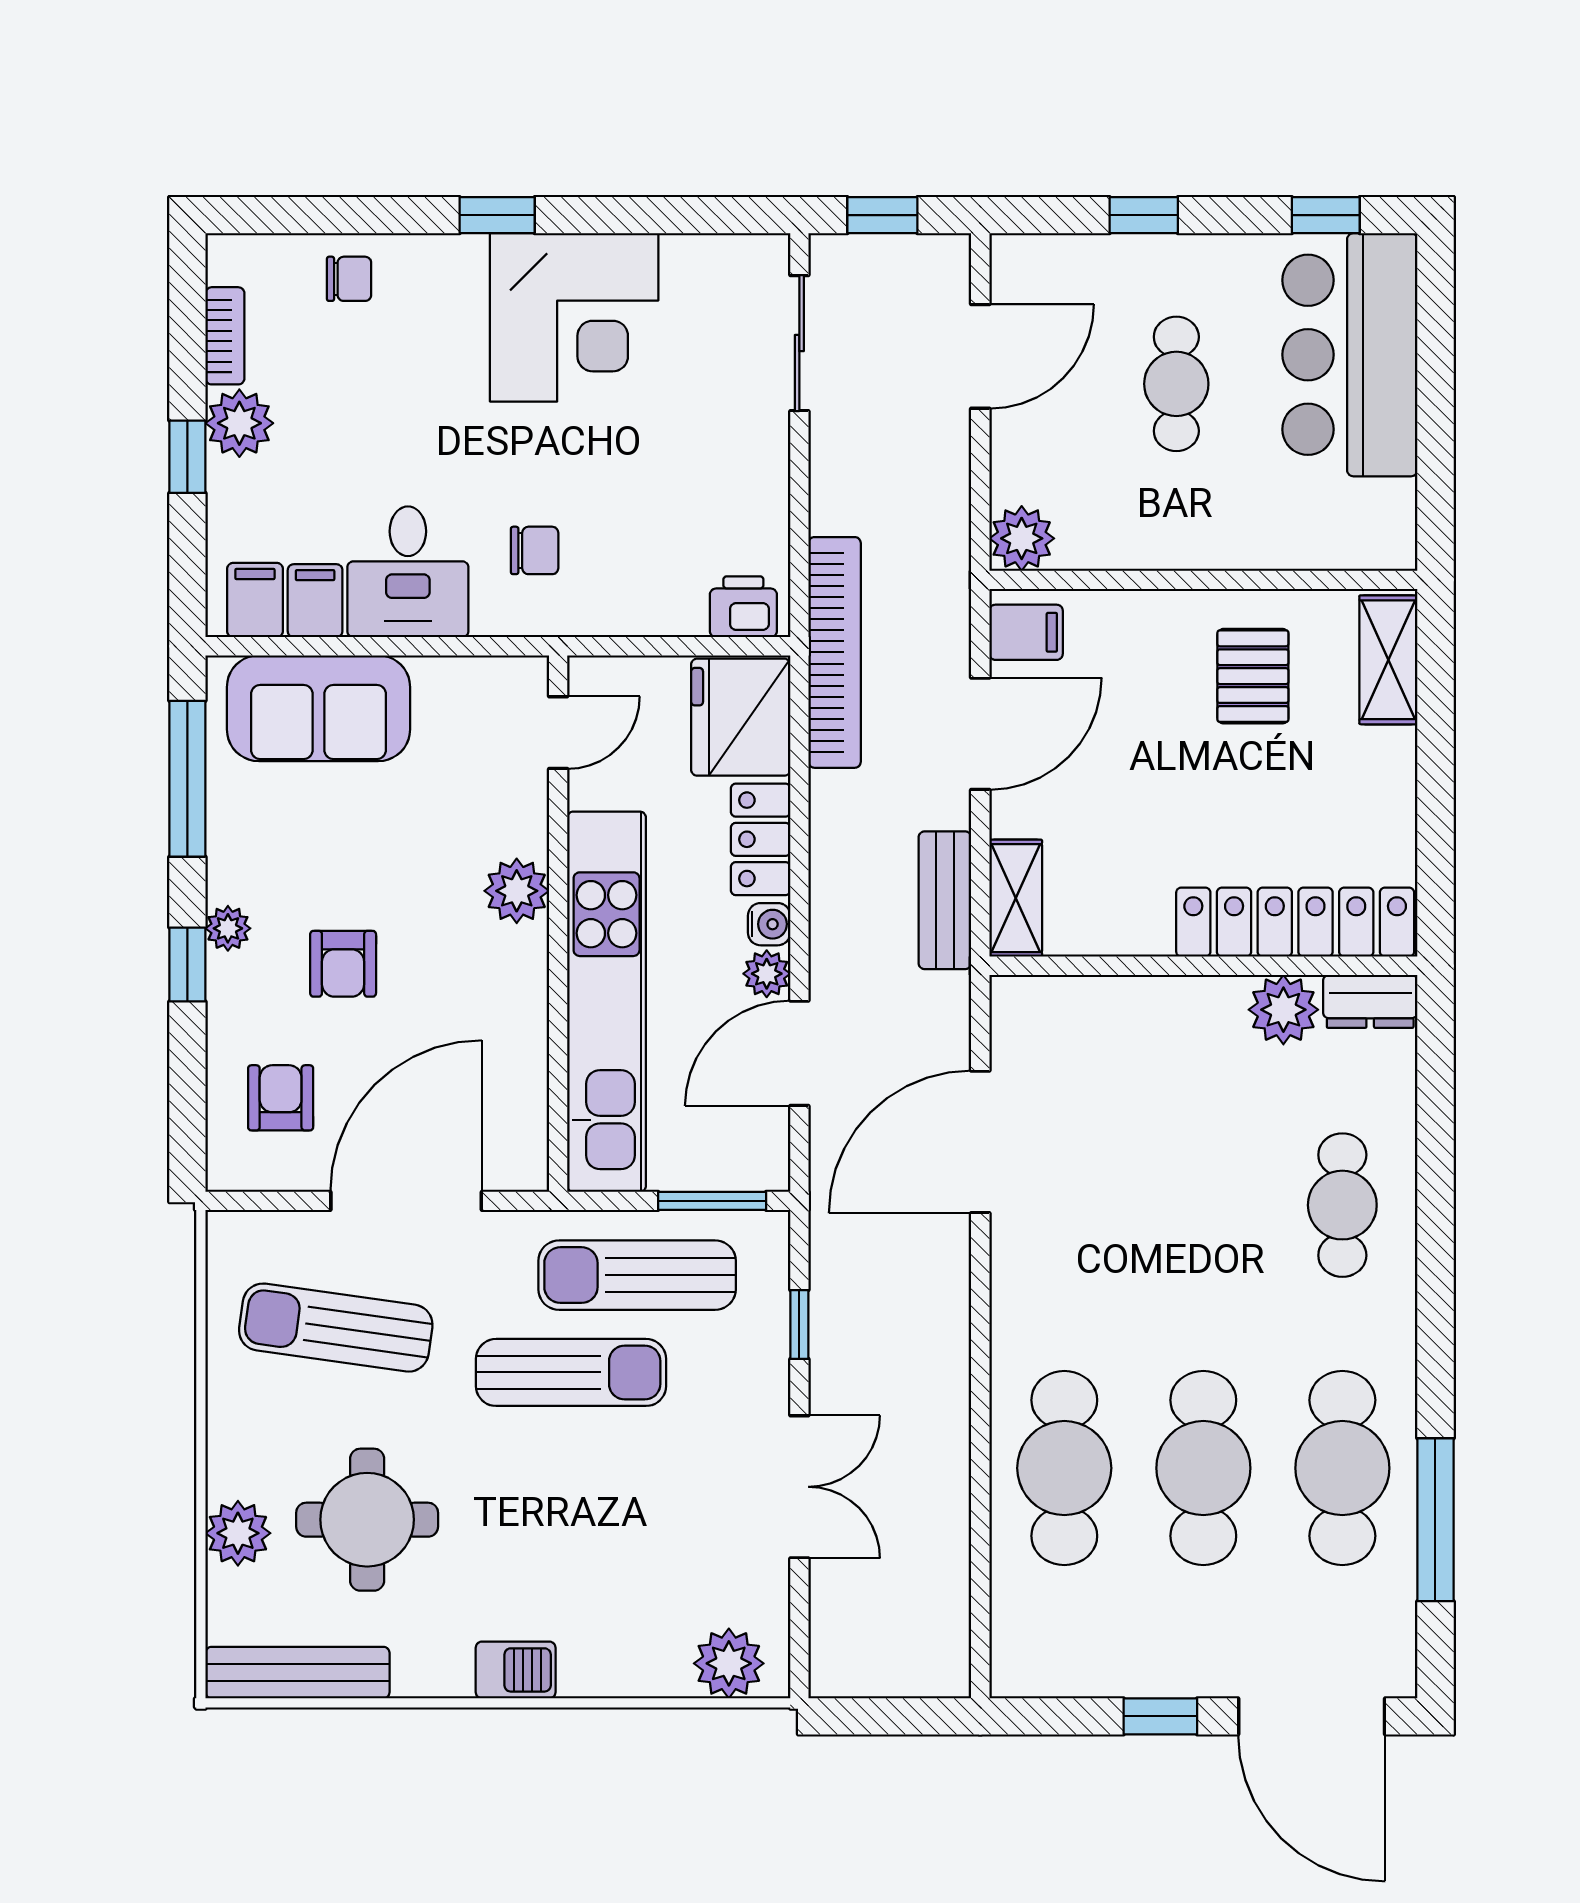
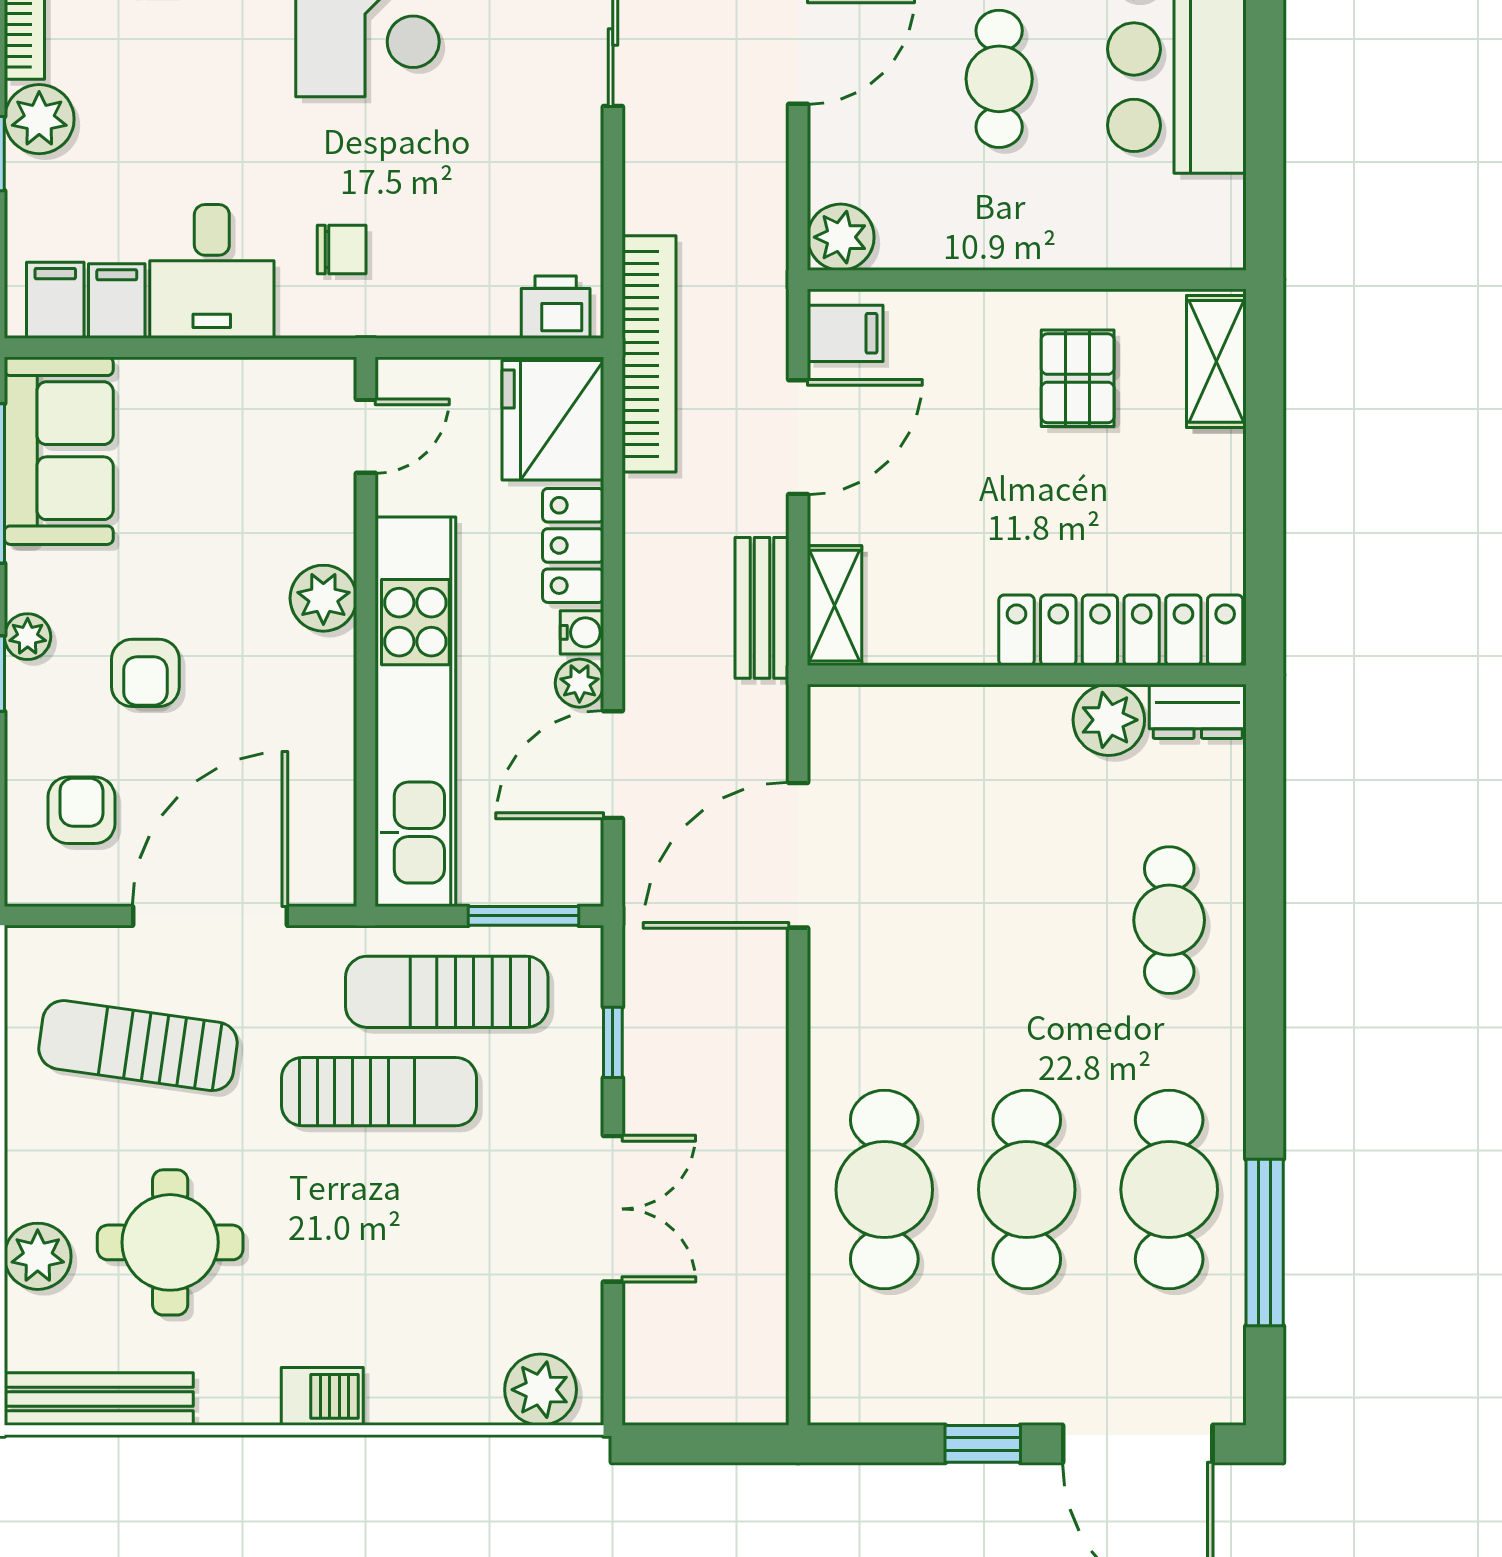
sofa: (319, 708) -> (59, 451), moved, turned -90

